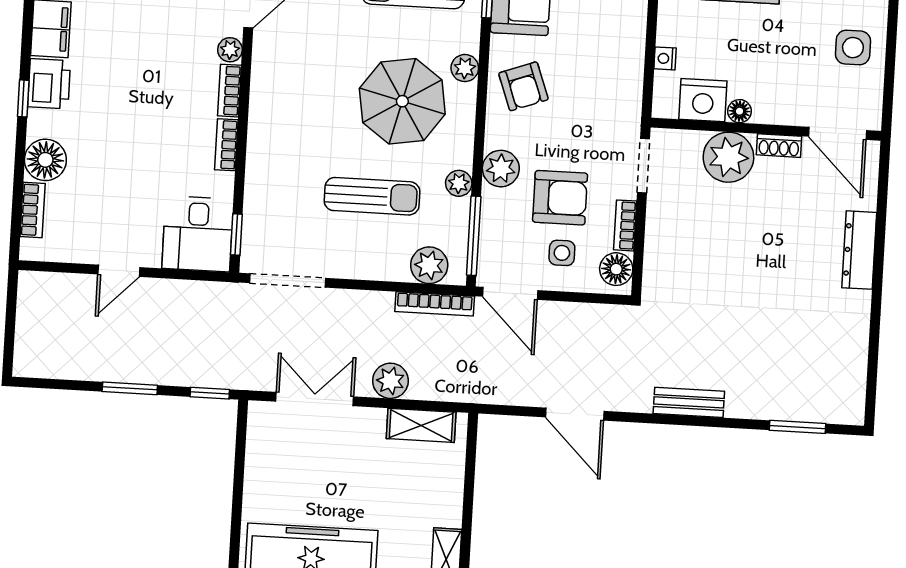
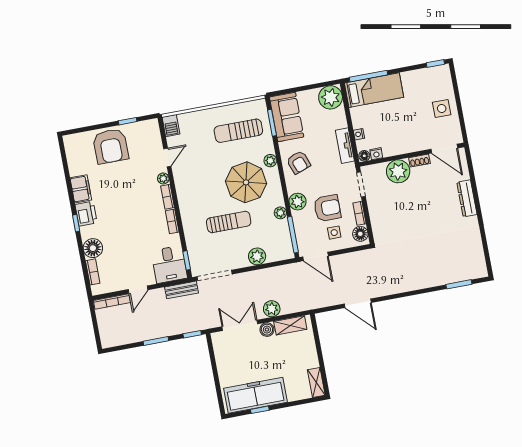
tv unit: (630, 75) -> (345, 146), added
nightstand: (703, 100) -> (376, 154), width x0.53, depth x0.56
floor lamp: (740, 111) -> (364, 156), moved
sun lounger: (372, 196) -> (229, 222), moved
plant: (429, 265) -> (257, 256), moved
bookcase: (435, 304) -> (112, 301), moved
bench: (689, 402) -> (182, 290), moved
boiler: (370, 422) -> (267, 330), added

